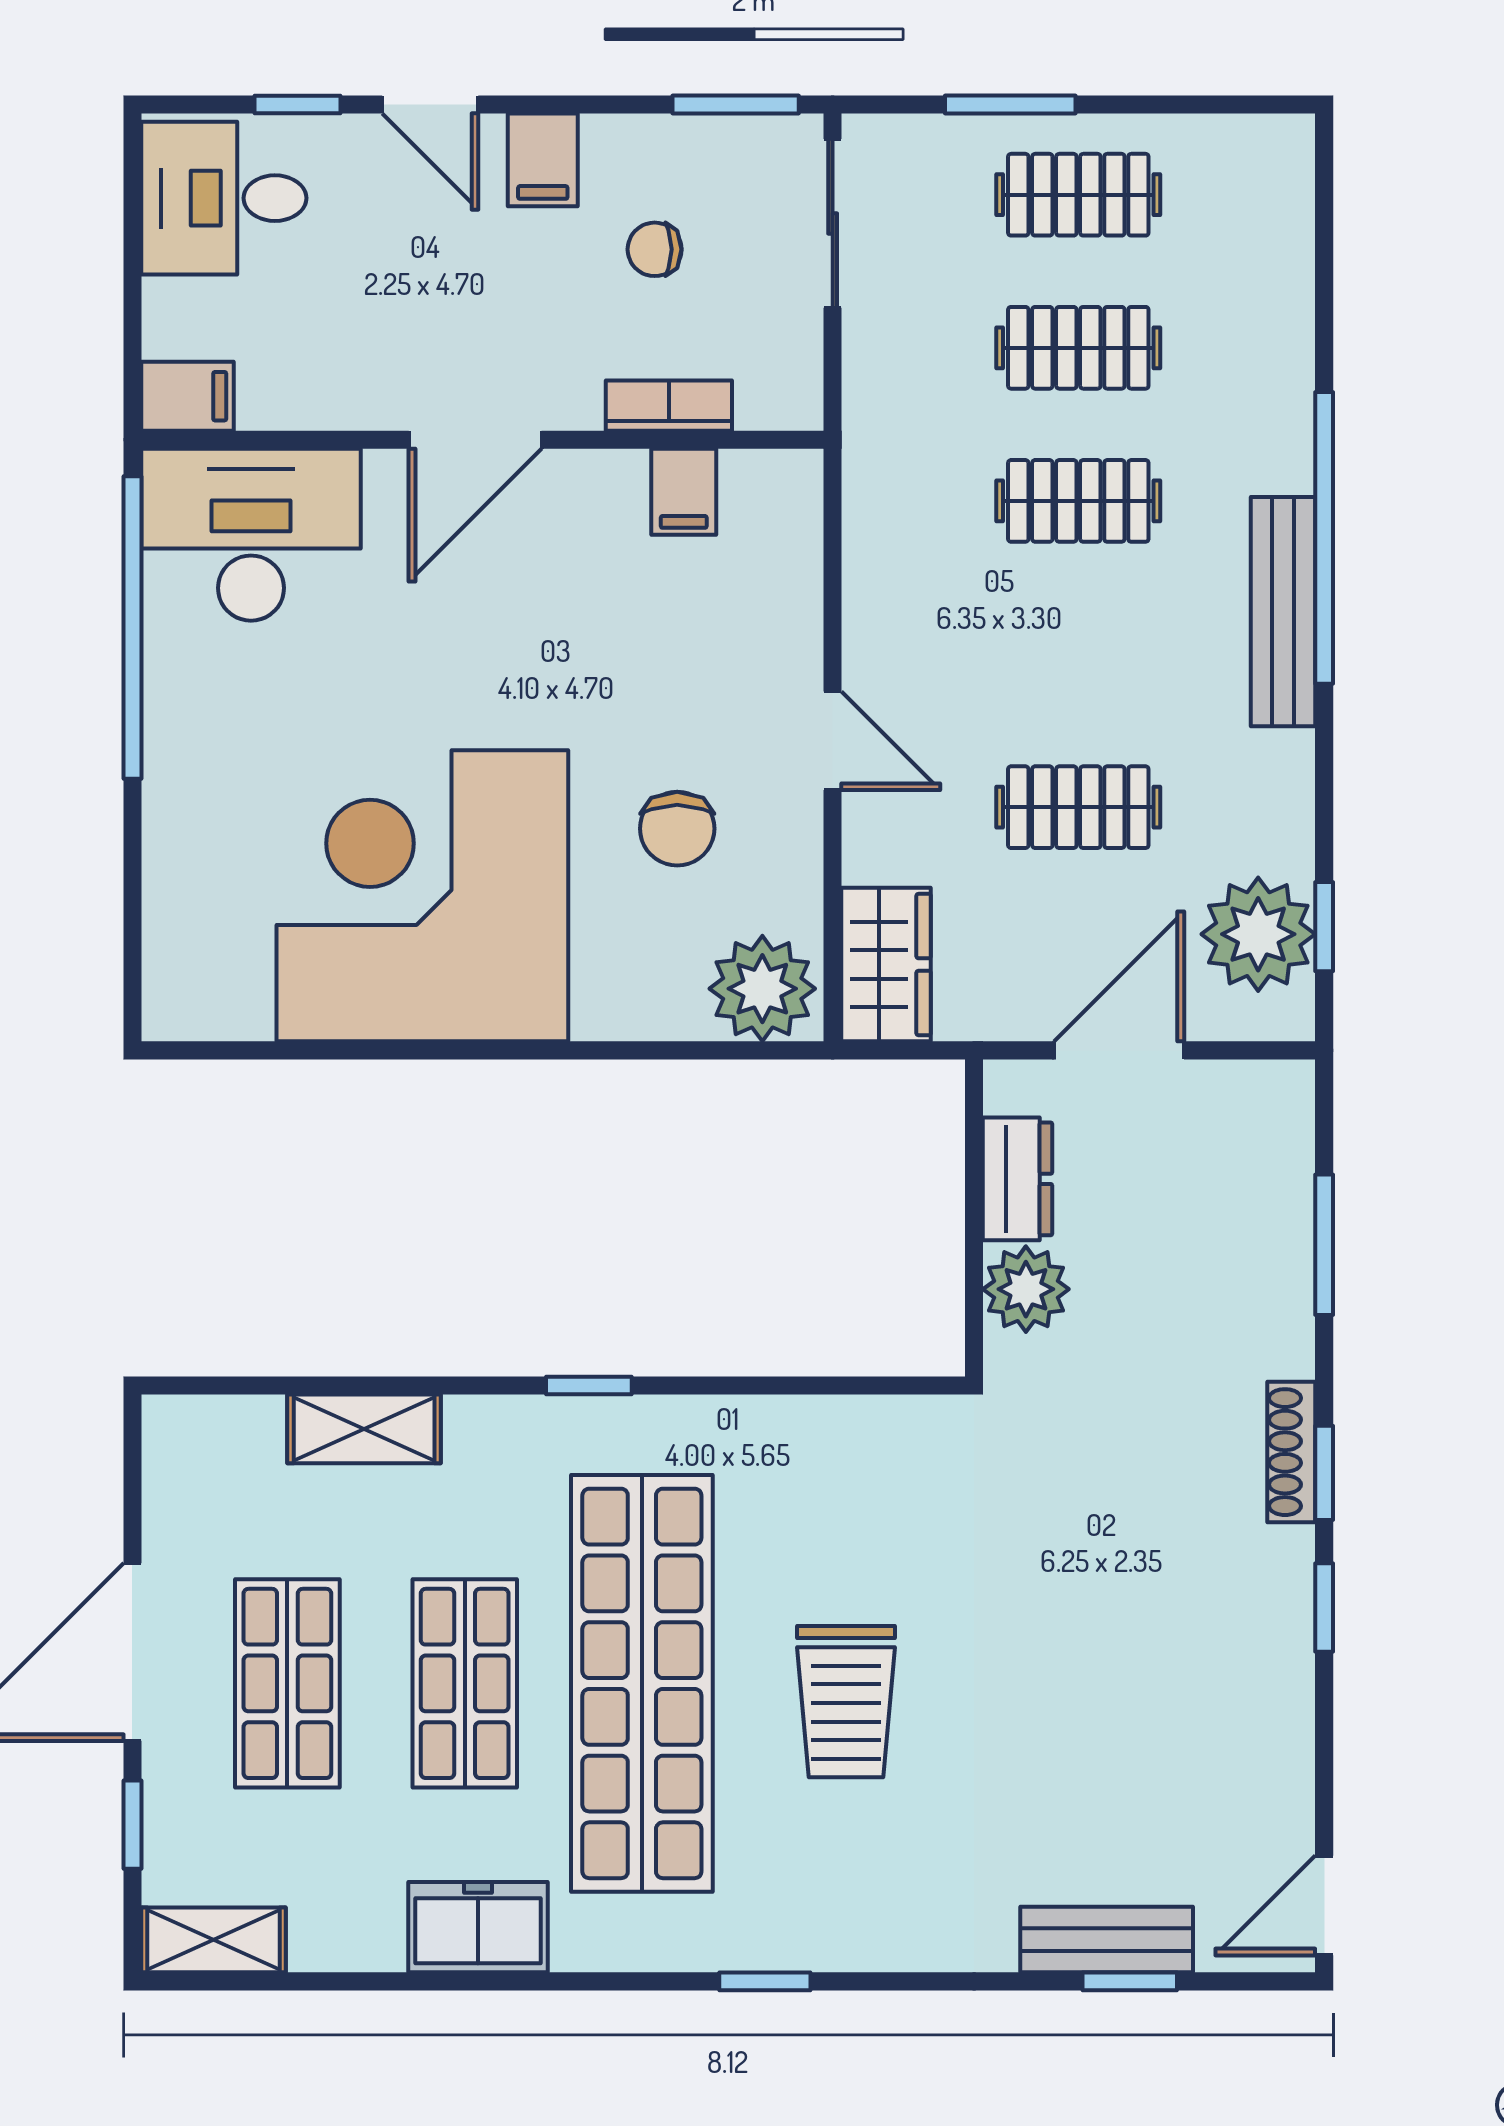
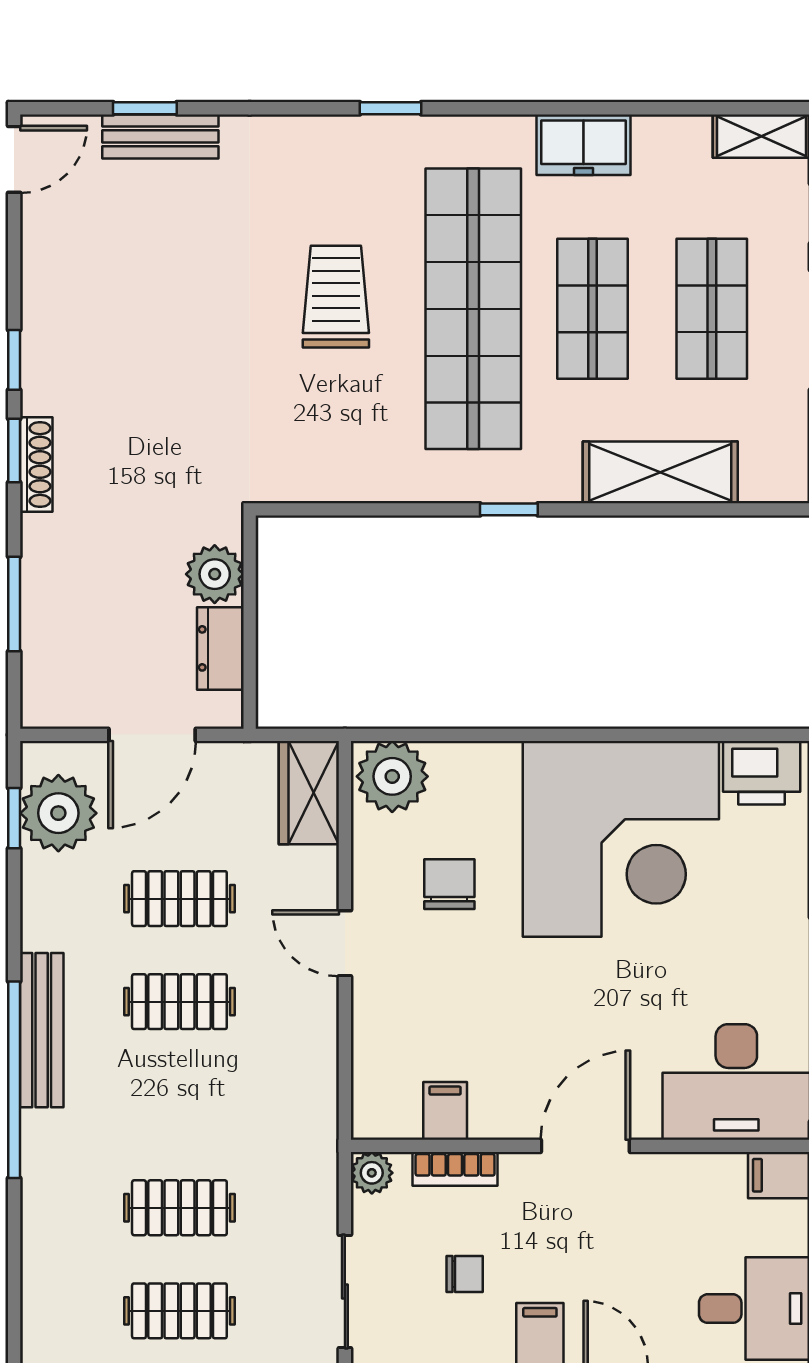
plant: (793, 400) -> (372, 1173), added
clothes rail: (1078, 501) -> (179, 1002), moved
printer: (213, 994) -> (762, 773), added
shelving: (364, 1429) -> (660, 472), width x1.50, depth x1.33

